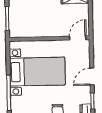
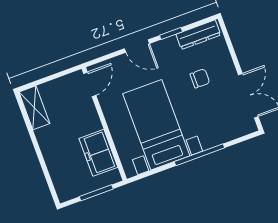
freezer: (32, 28) -> (98, 153), added
door: (78, 38) -> (90, 84), swing flipped

